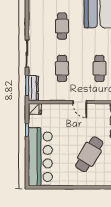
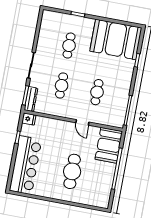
door: (80, 102) -> (82, 122), moved
cafe table: (89, 154) -> (72, 171), turned -31

